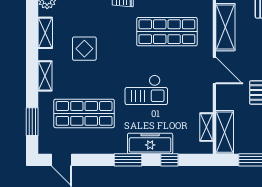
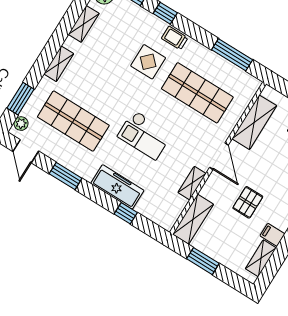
display table: (84, 49) -> (148, 62), moved
shelving: (206, 127) -> (192, 183), moved
plant: (45, 141) -> (21, 124), added
window: (128, 160) -> (66, 176), moved

